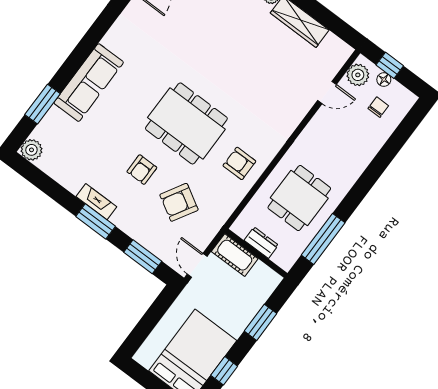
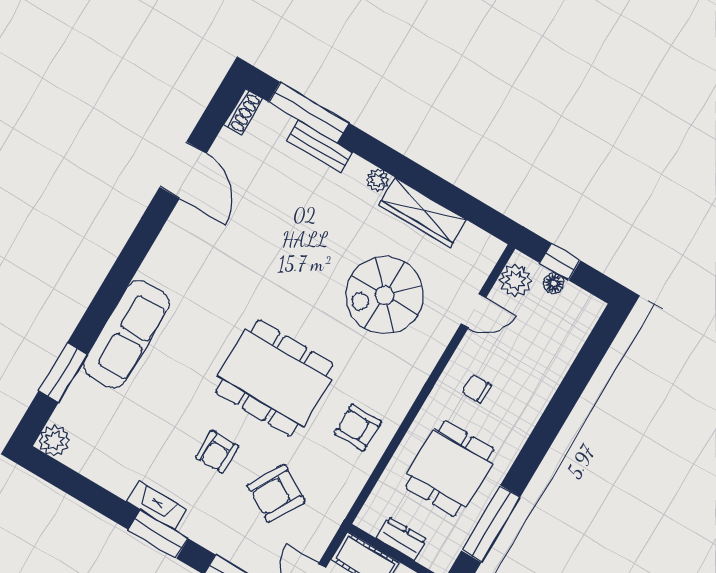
spiral stairs: (268, 75) -> (385, 295), added
chair: (378, 107) -> (477, 389), moved, turned -90

